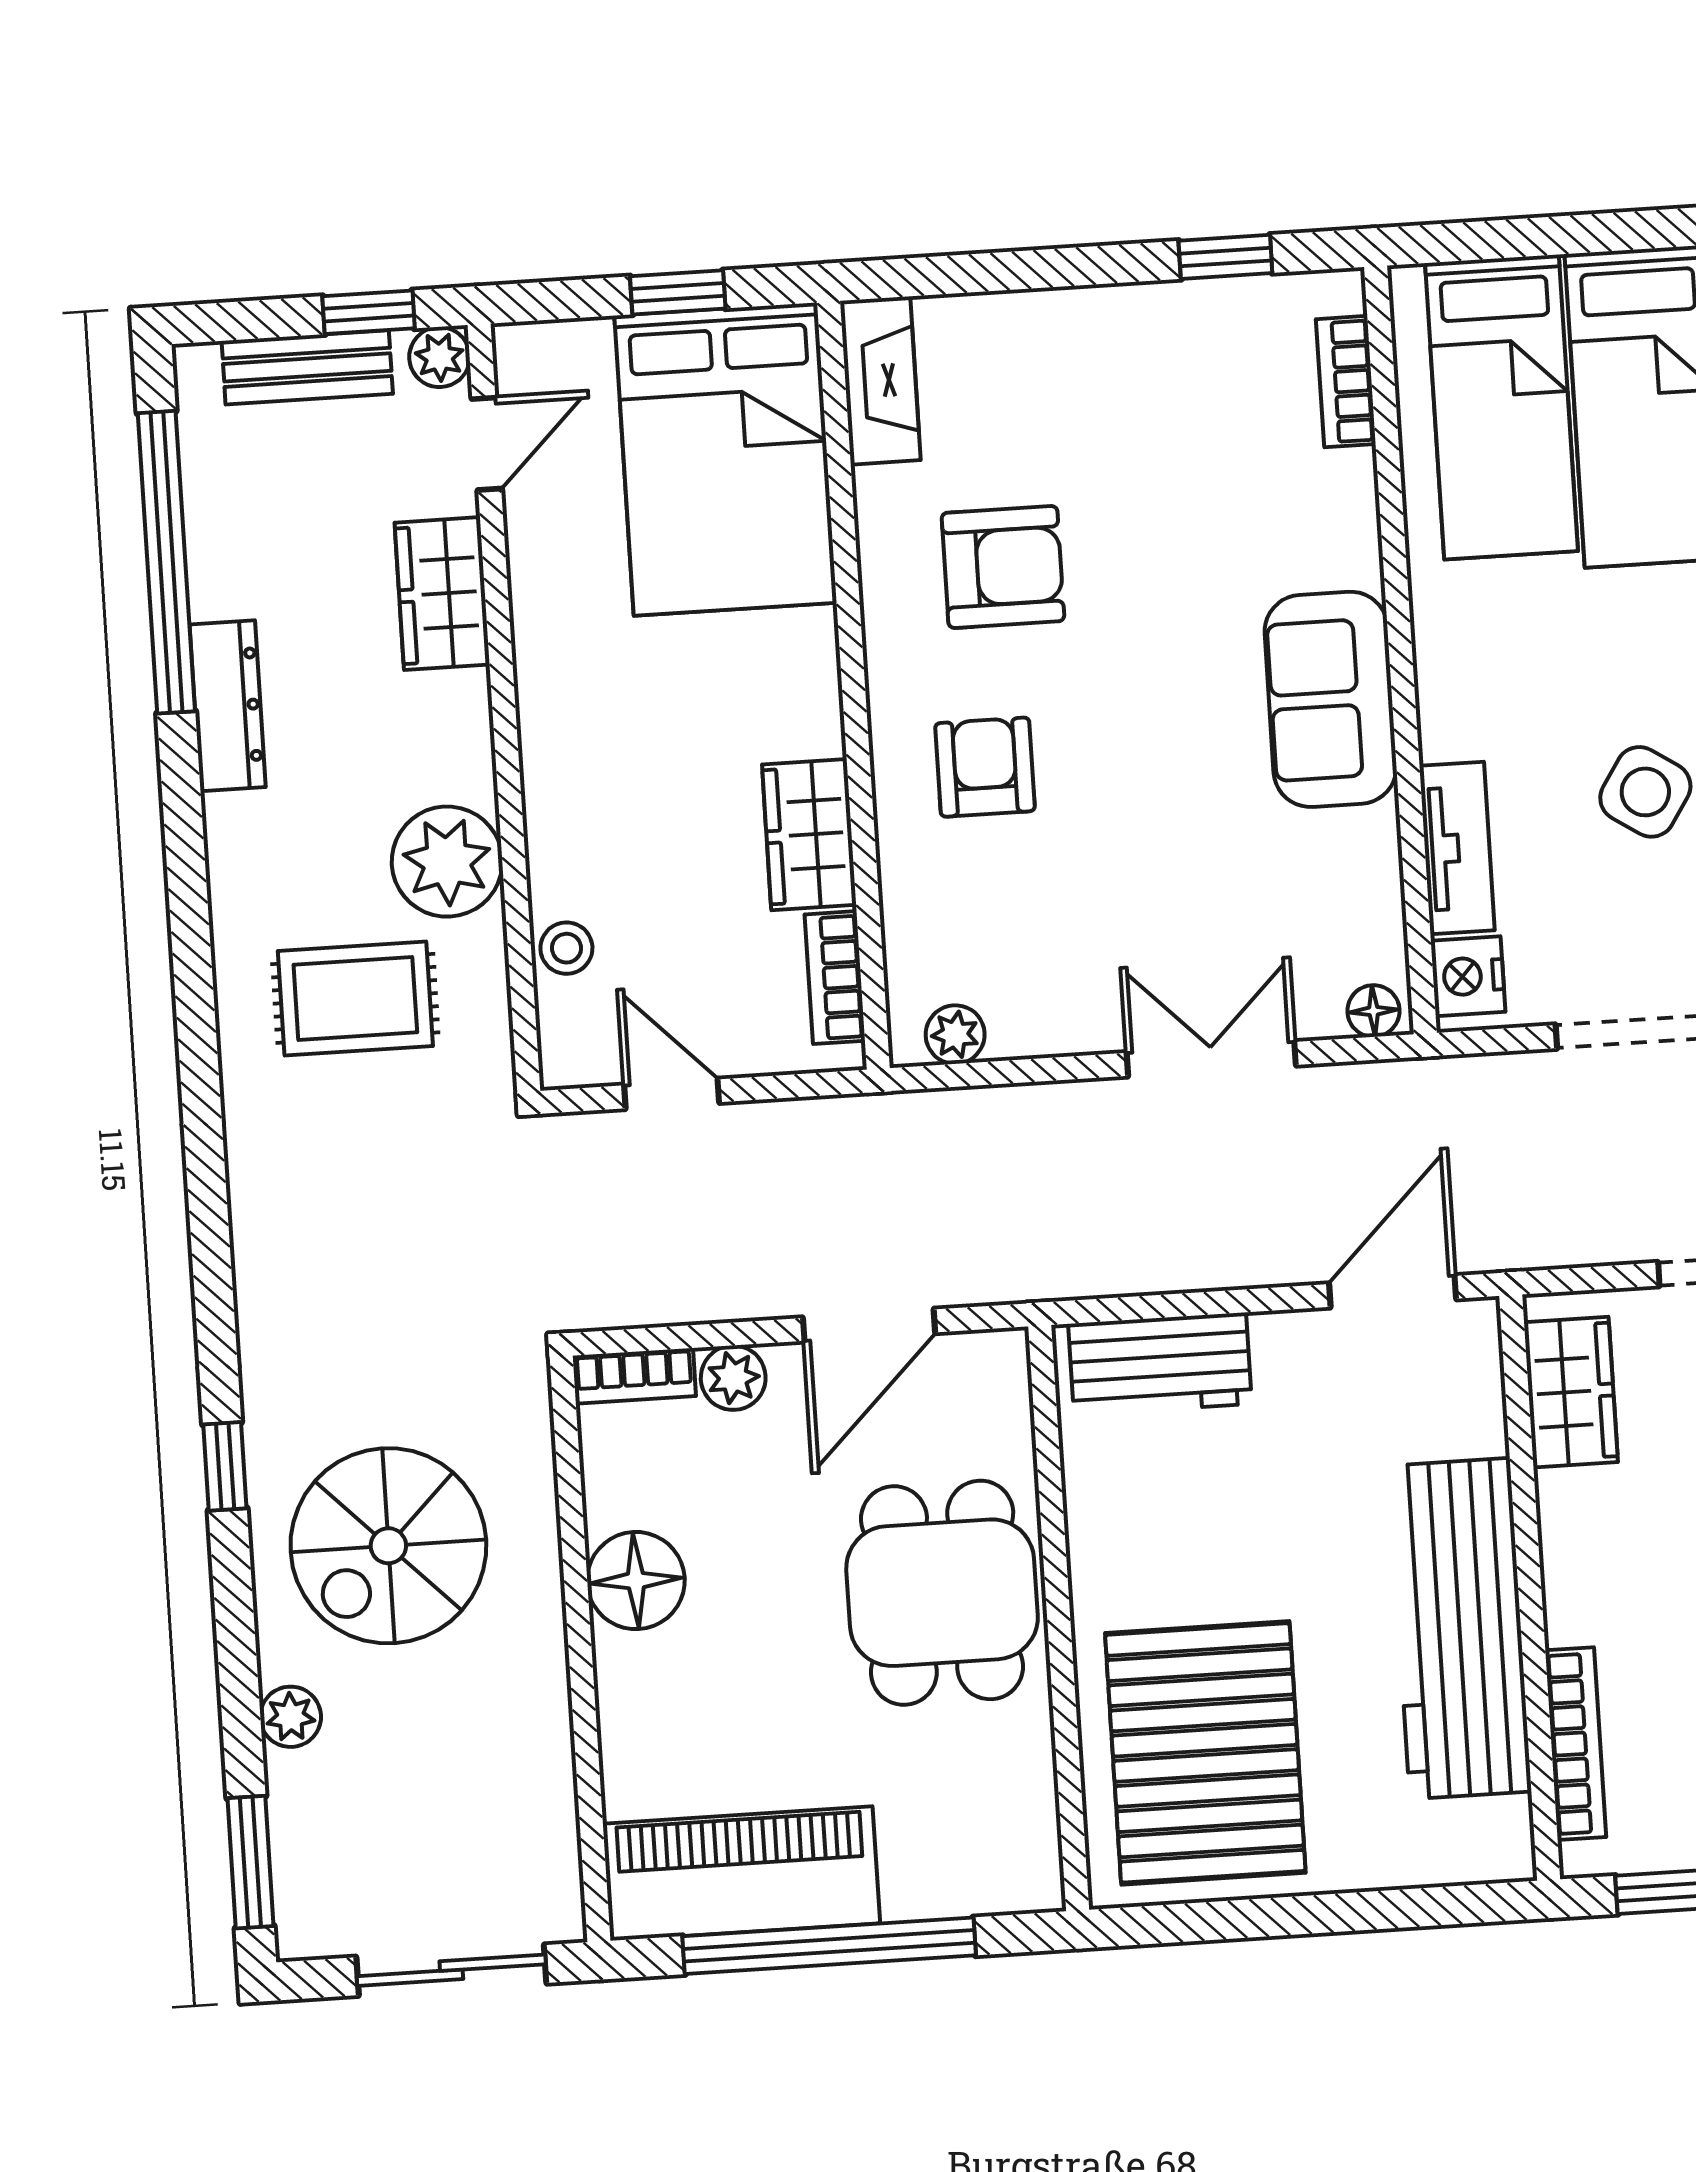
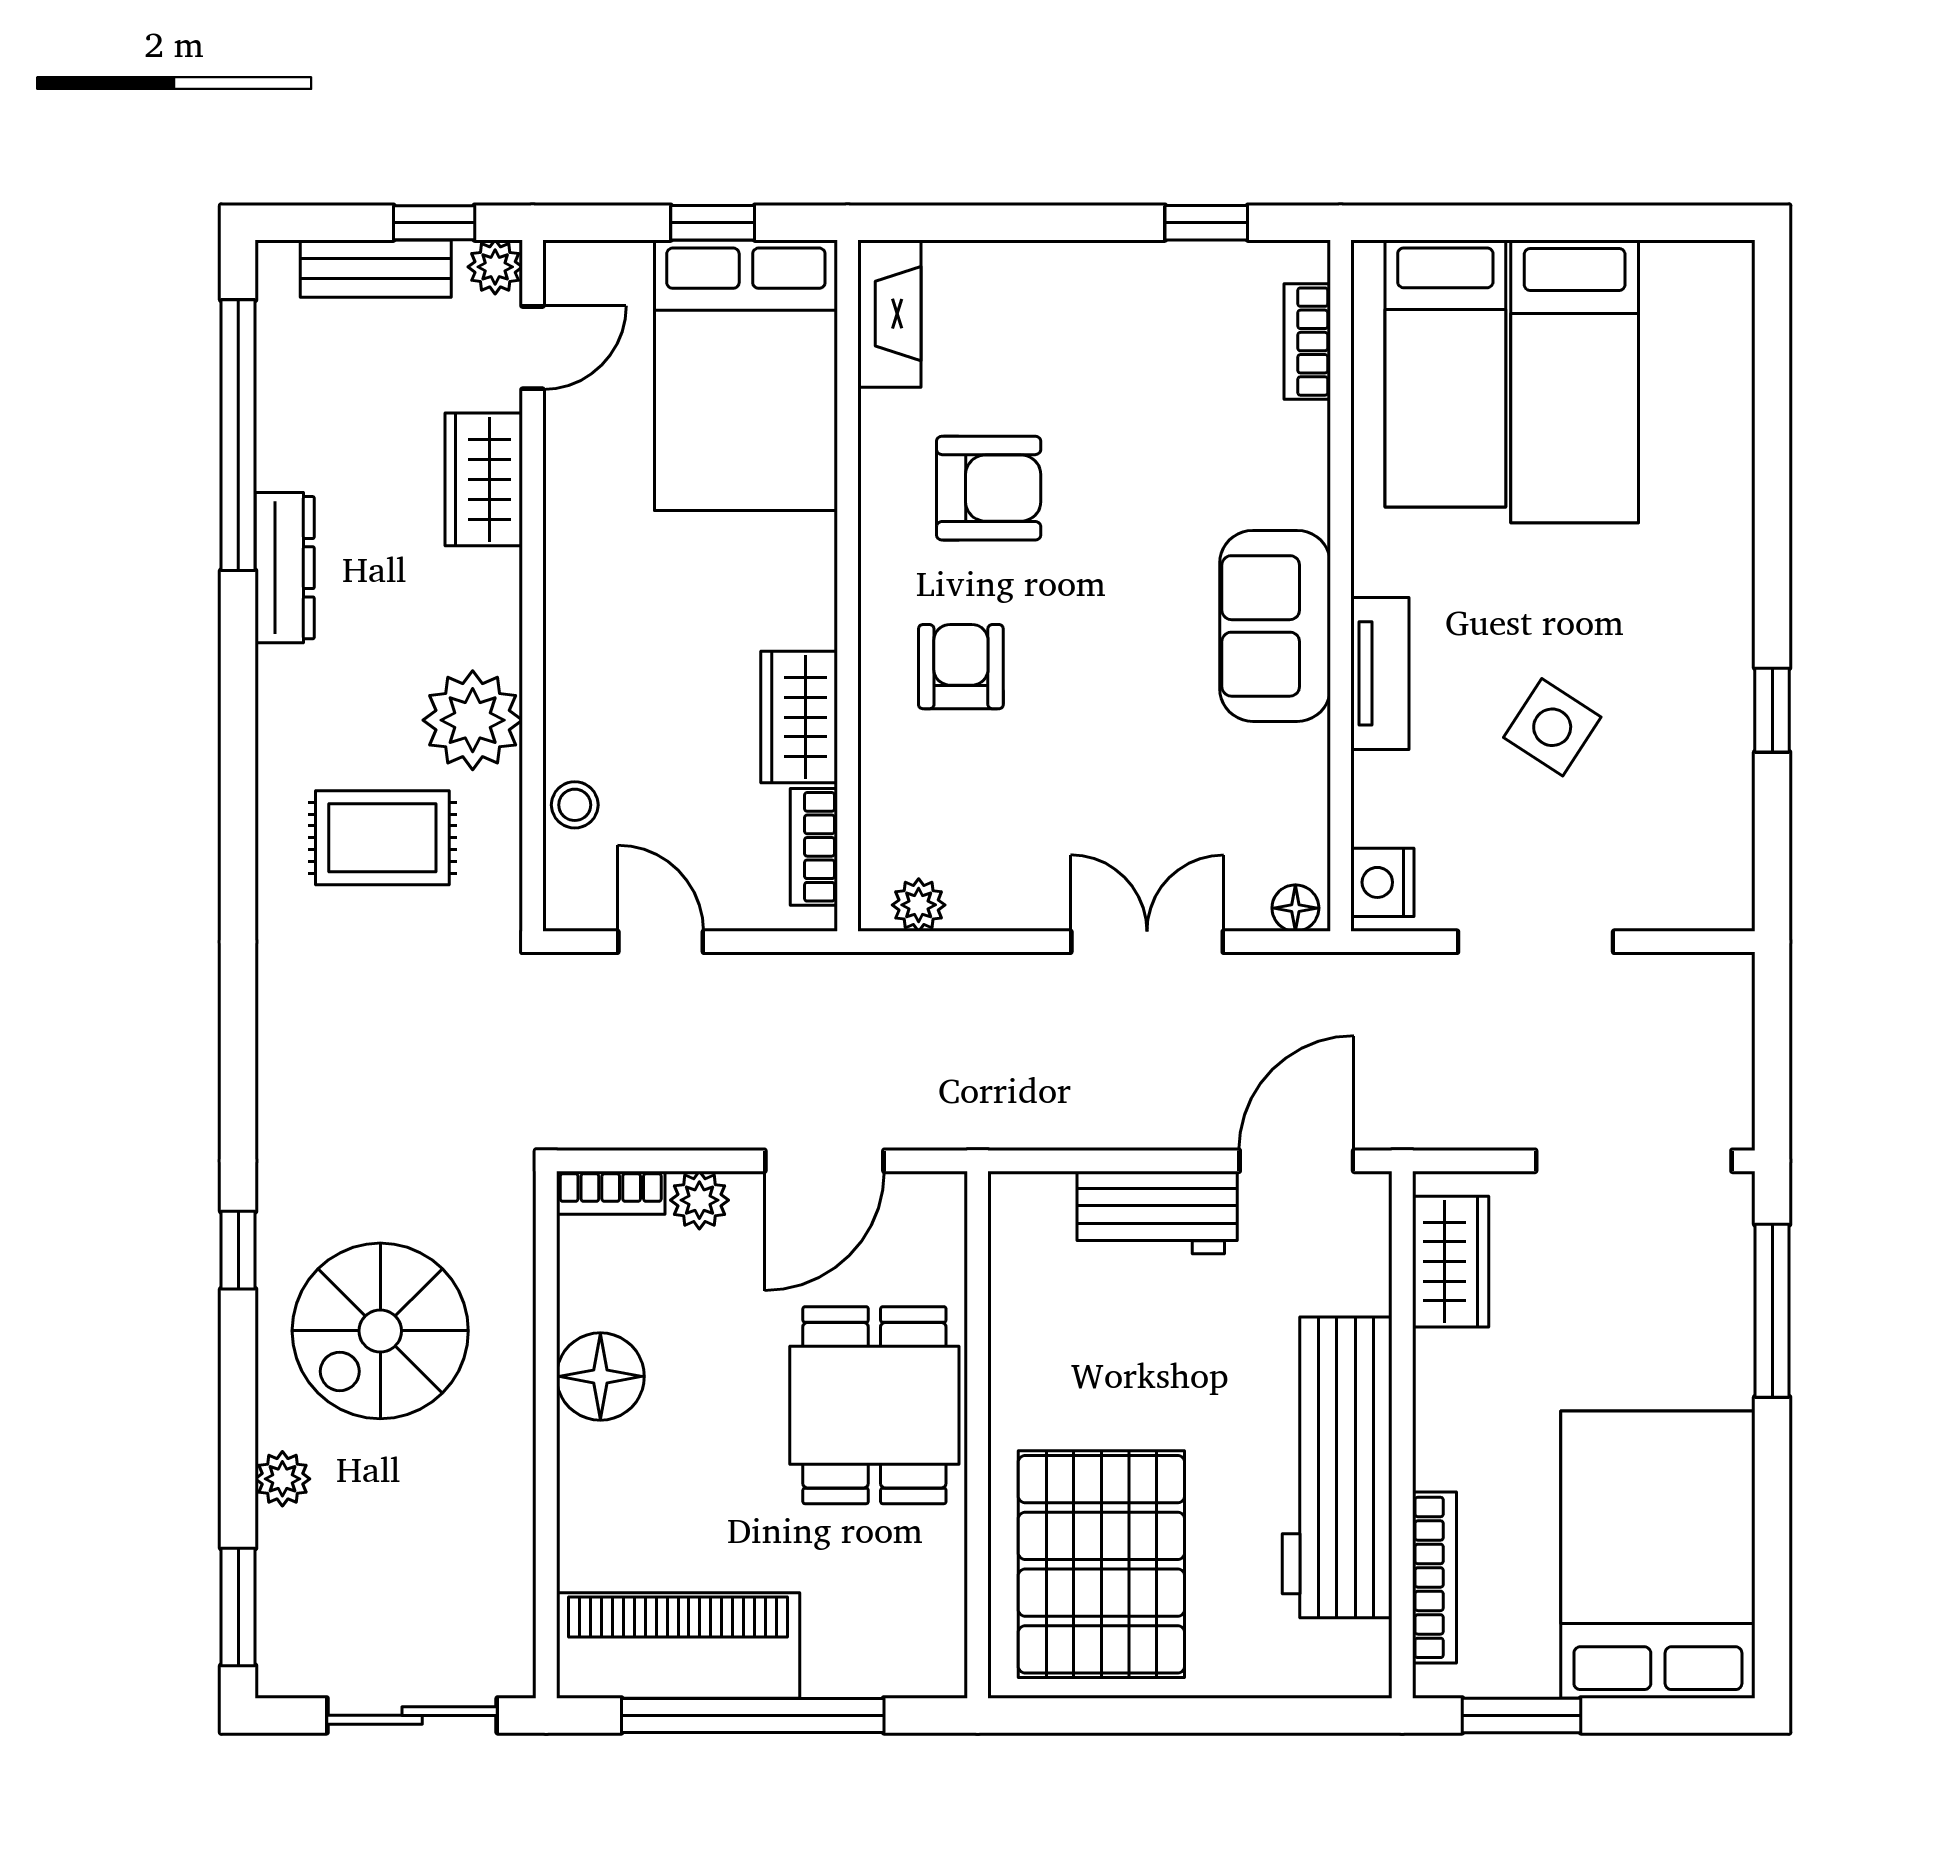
tv unit: (1457, 848) -> (1380, 673), moved
workbench: (1160, 1364) -> (1157, 1212), moved

